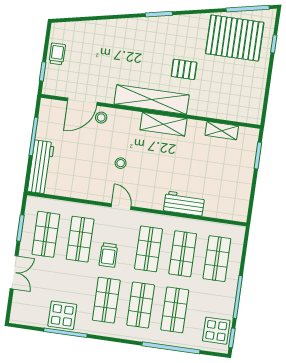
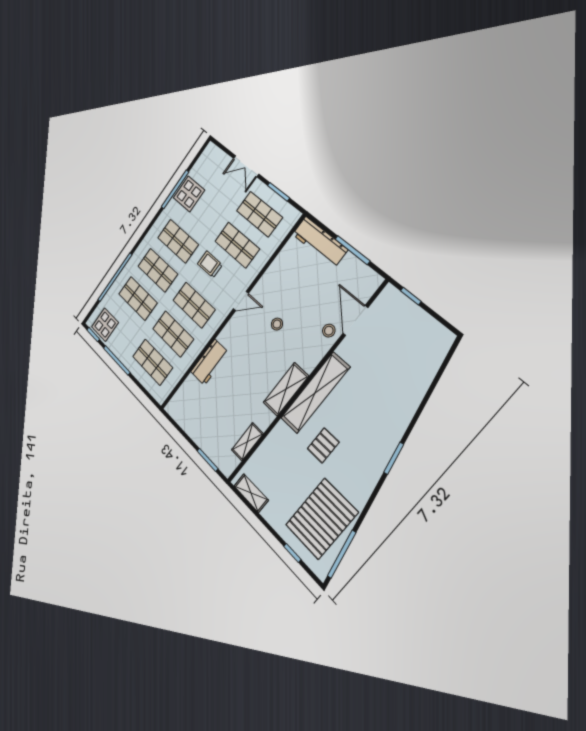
trolley: (57, 54) -> (420, 323), removed
shelving: (256, 103) -> (251, 493), added

